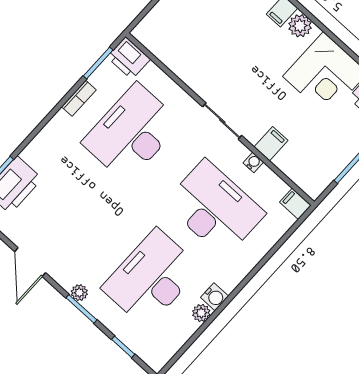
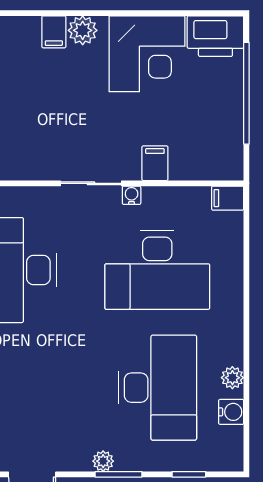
water cooler: (253, 162) -> (132, 195), moved
desk: (215, 208) -> (157, 270), turned 180
desk: (151, 278) -> (157, 388), turned 180
water cooler: (215, 297) -> (231, 412), moved

